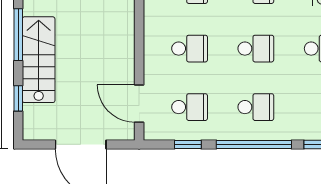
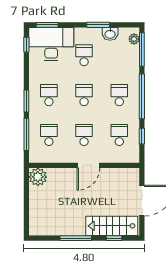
stairs: (39, 60) -> (112, 226), moved
door: (139, 104) -> (88, 165), moved

